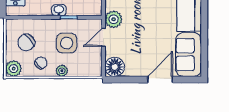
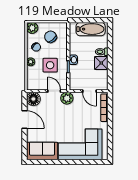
door: (160, 80) -> (24, 120), moved

